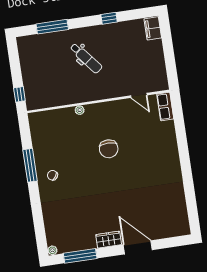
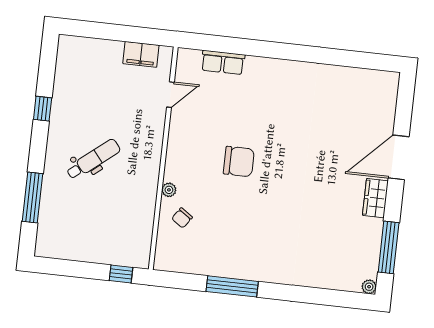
filing cabinet: (153, 28) -> (141, 54), moved
row of seats: (165, 106) -> (223, 62), moved
chair: (53, 175) -> (182, 218), moved

